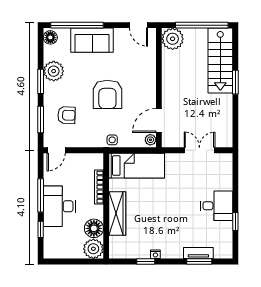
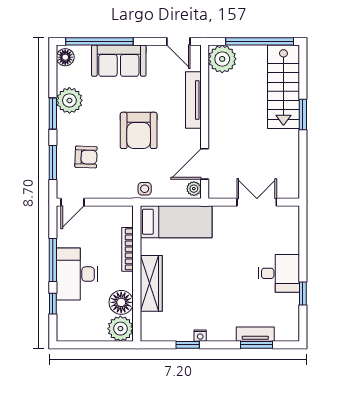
tv unit: (150, 71) -> (193, 100), added

